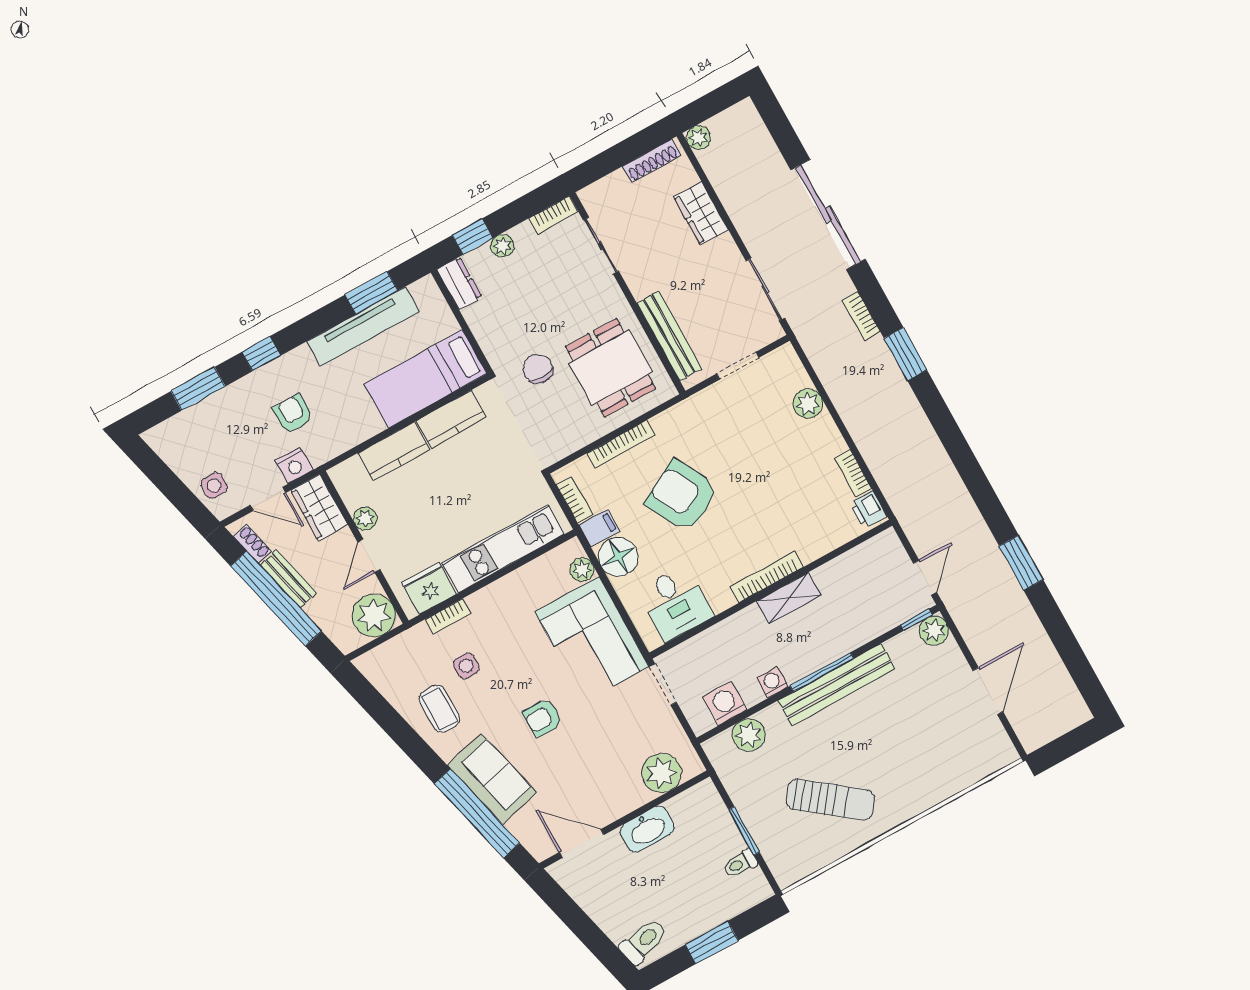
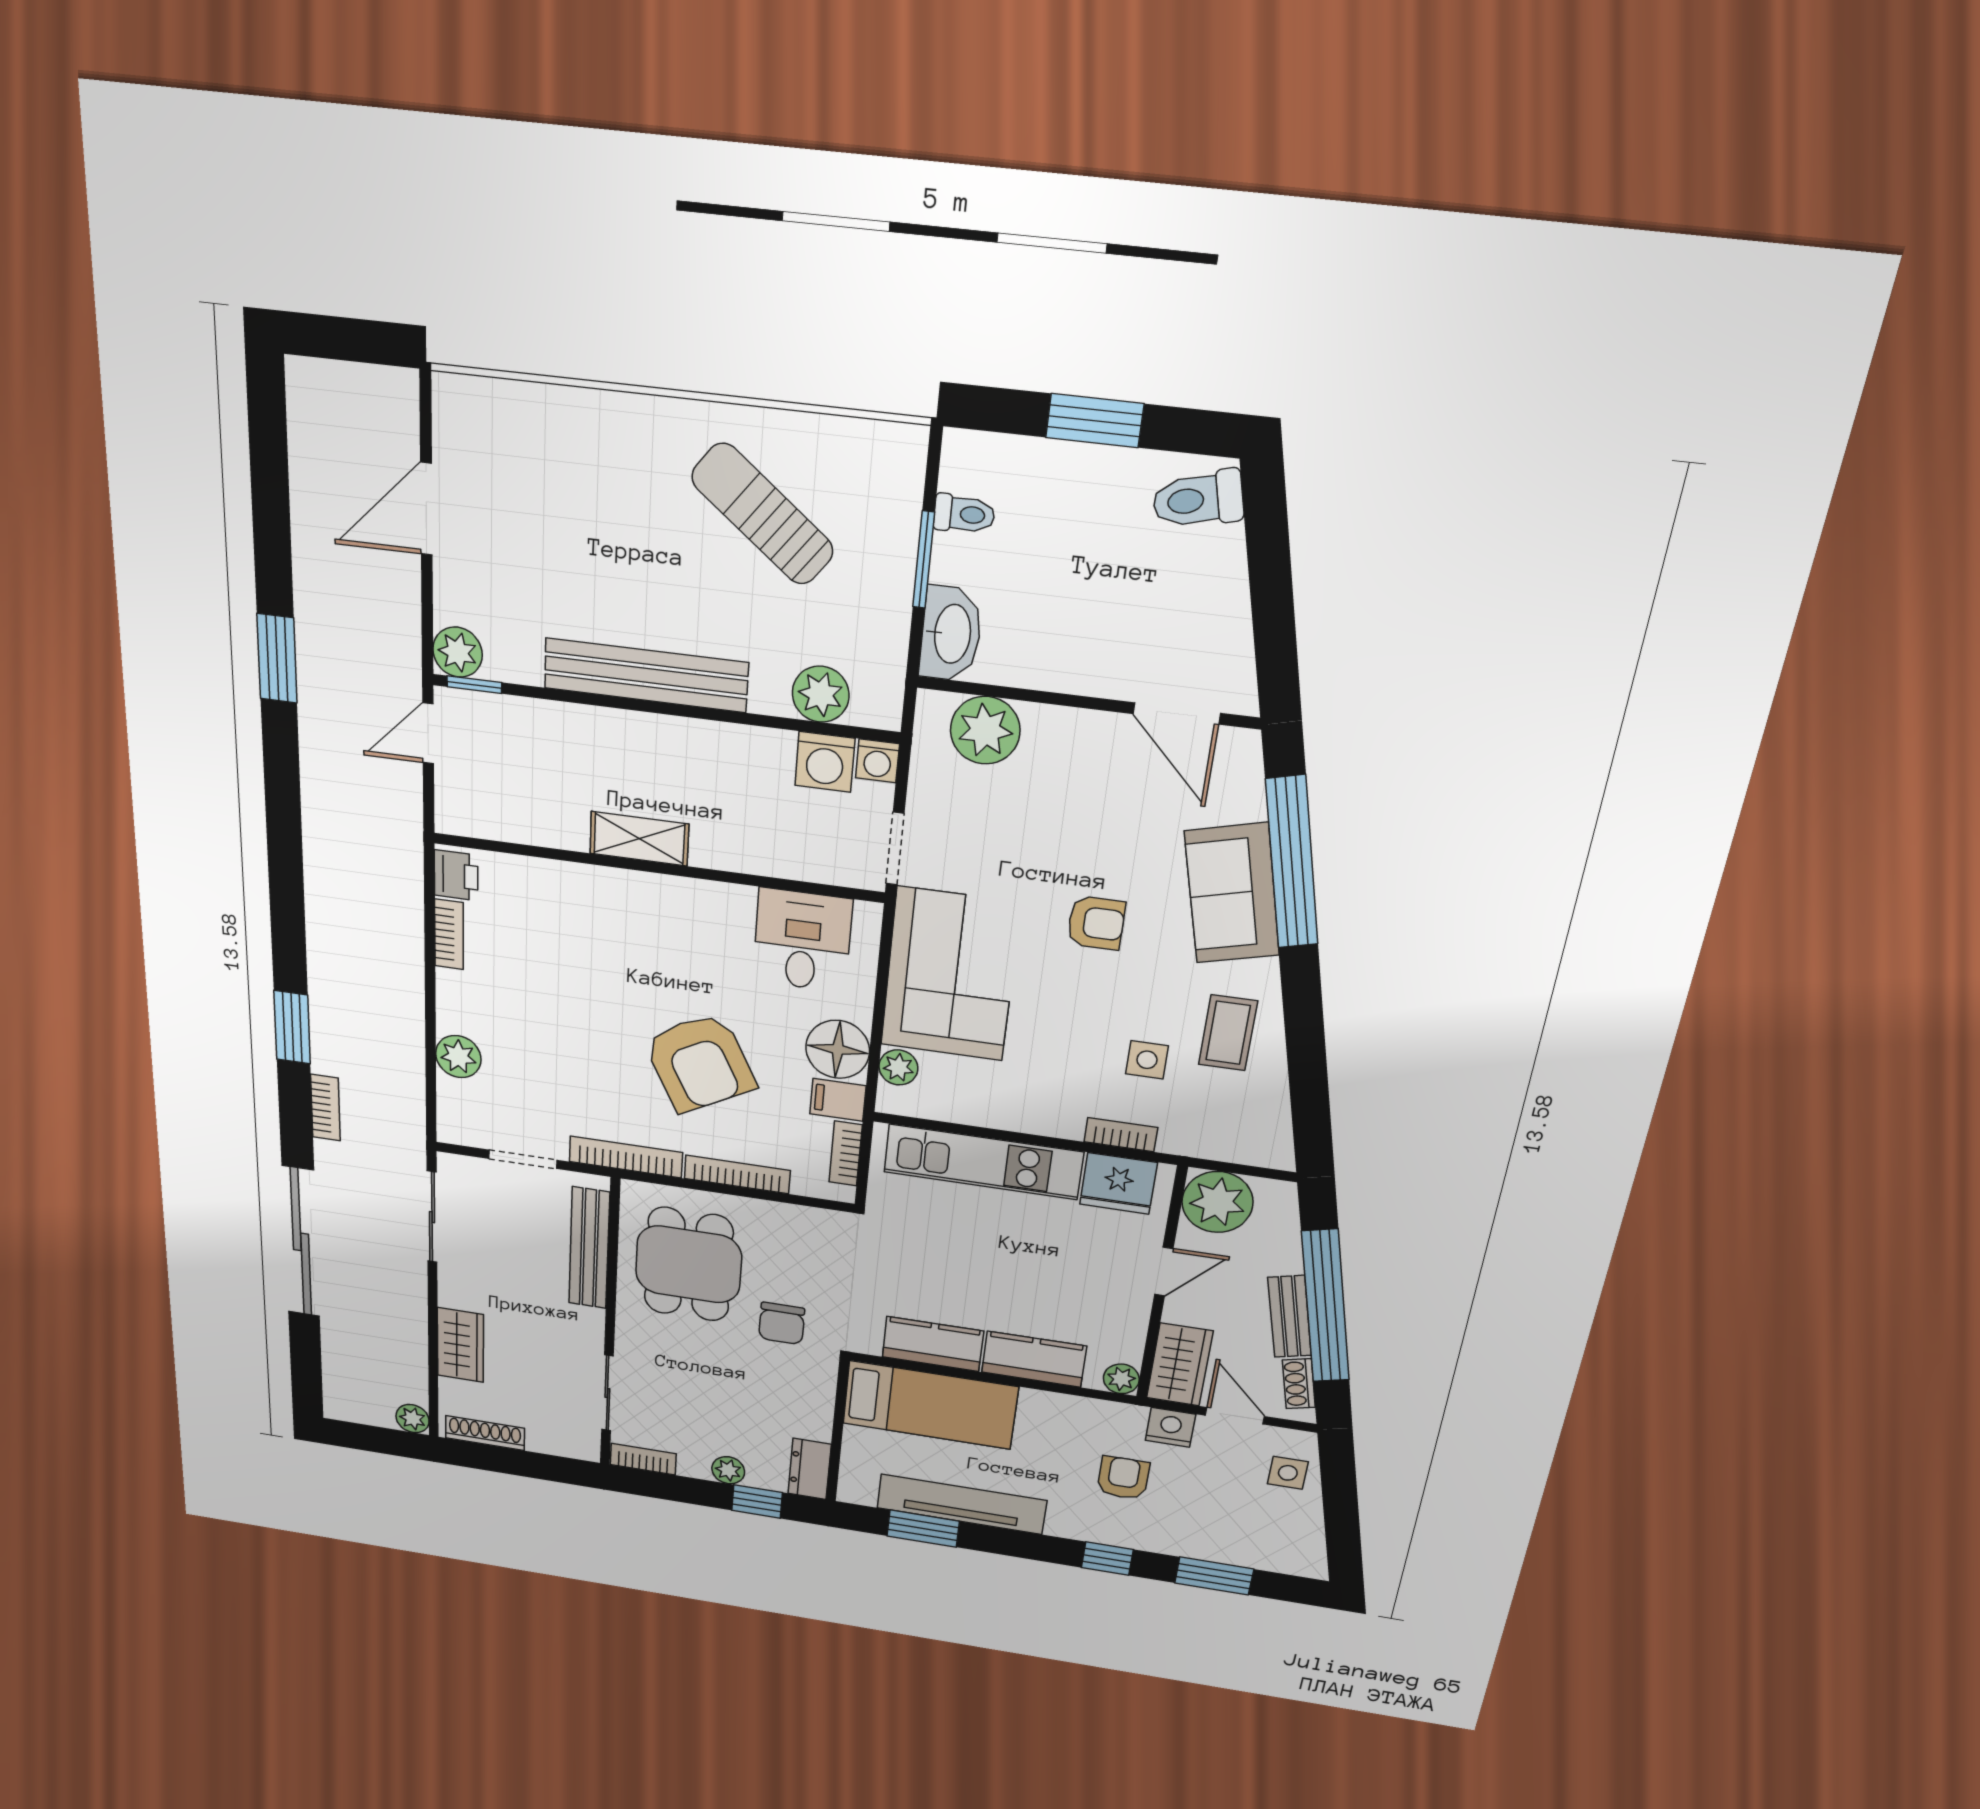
armchair: (293, 414) -> (1123, 1478), turned 180
plant: (365, 518) -> (1121, 1379), moved
bookcase: (767, 577) -> (626, 1157), moved, turned 180
window: (822, 672) -> (656, 707), removed
washing machine: (773, 682) -> (877, 761), moved
washbasin: (647, 829) -> (951, 634), moved, turned 90

